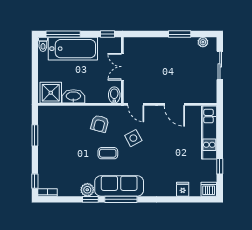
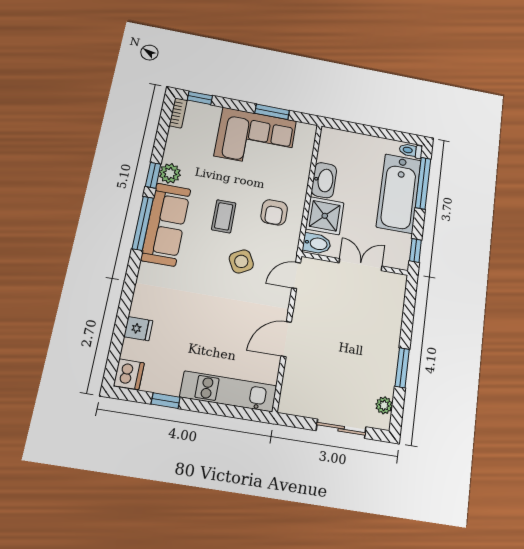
shower: (51, 93) -> (325, 216), moved
armchair: (100, 124) -> (274, 212), turned -105
corner sofa: (55, 143) -> (255, 138), added

